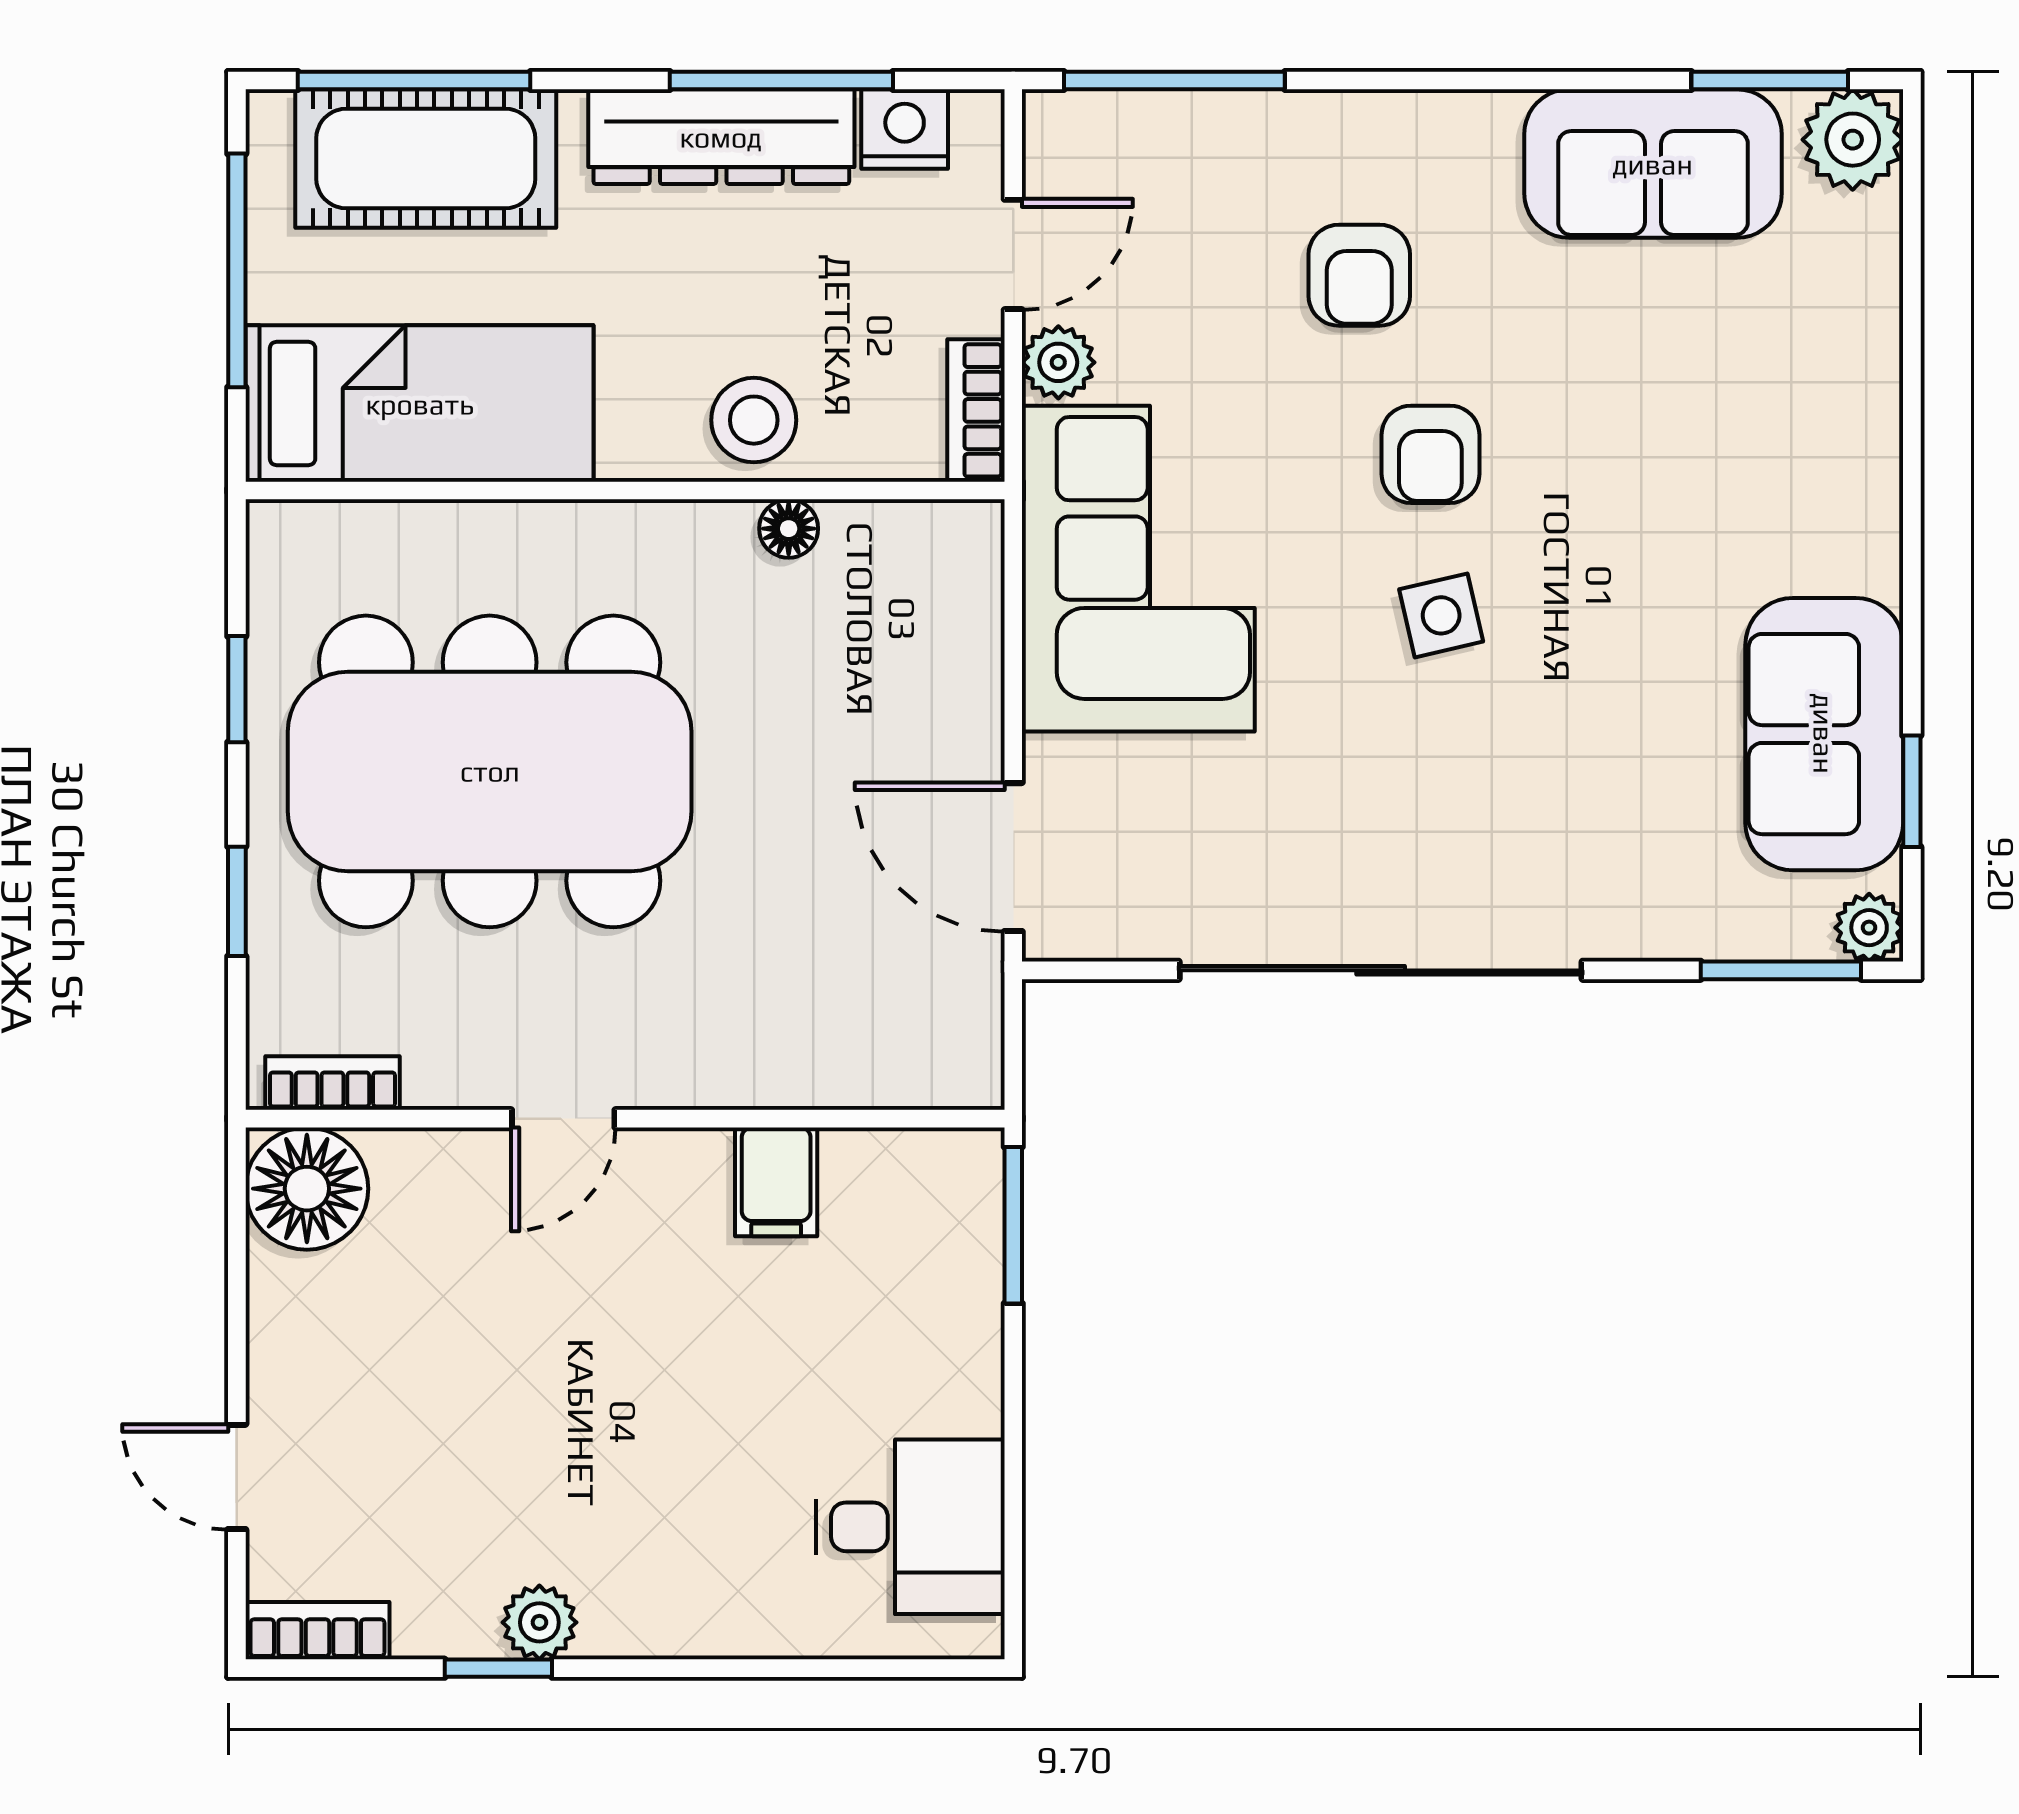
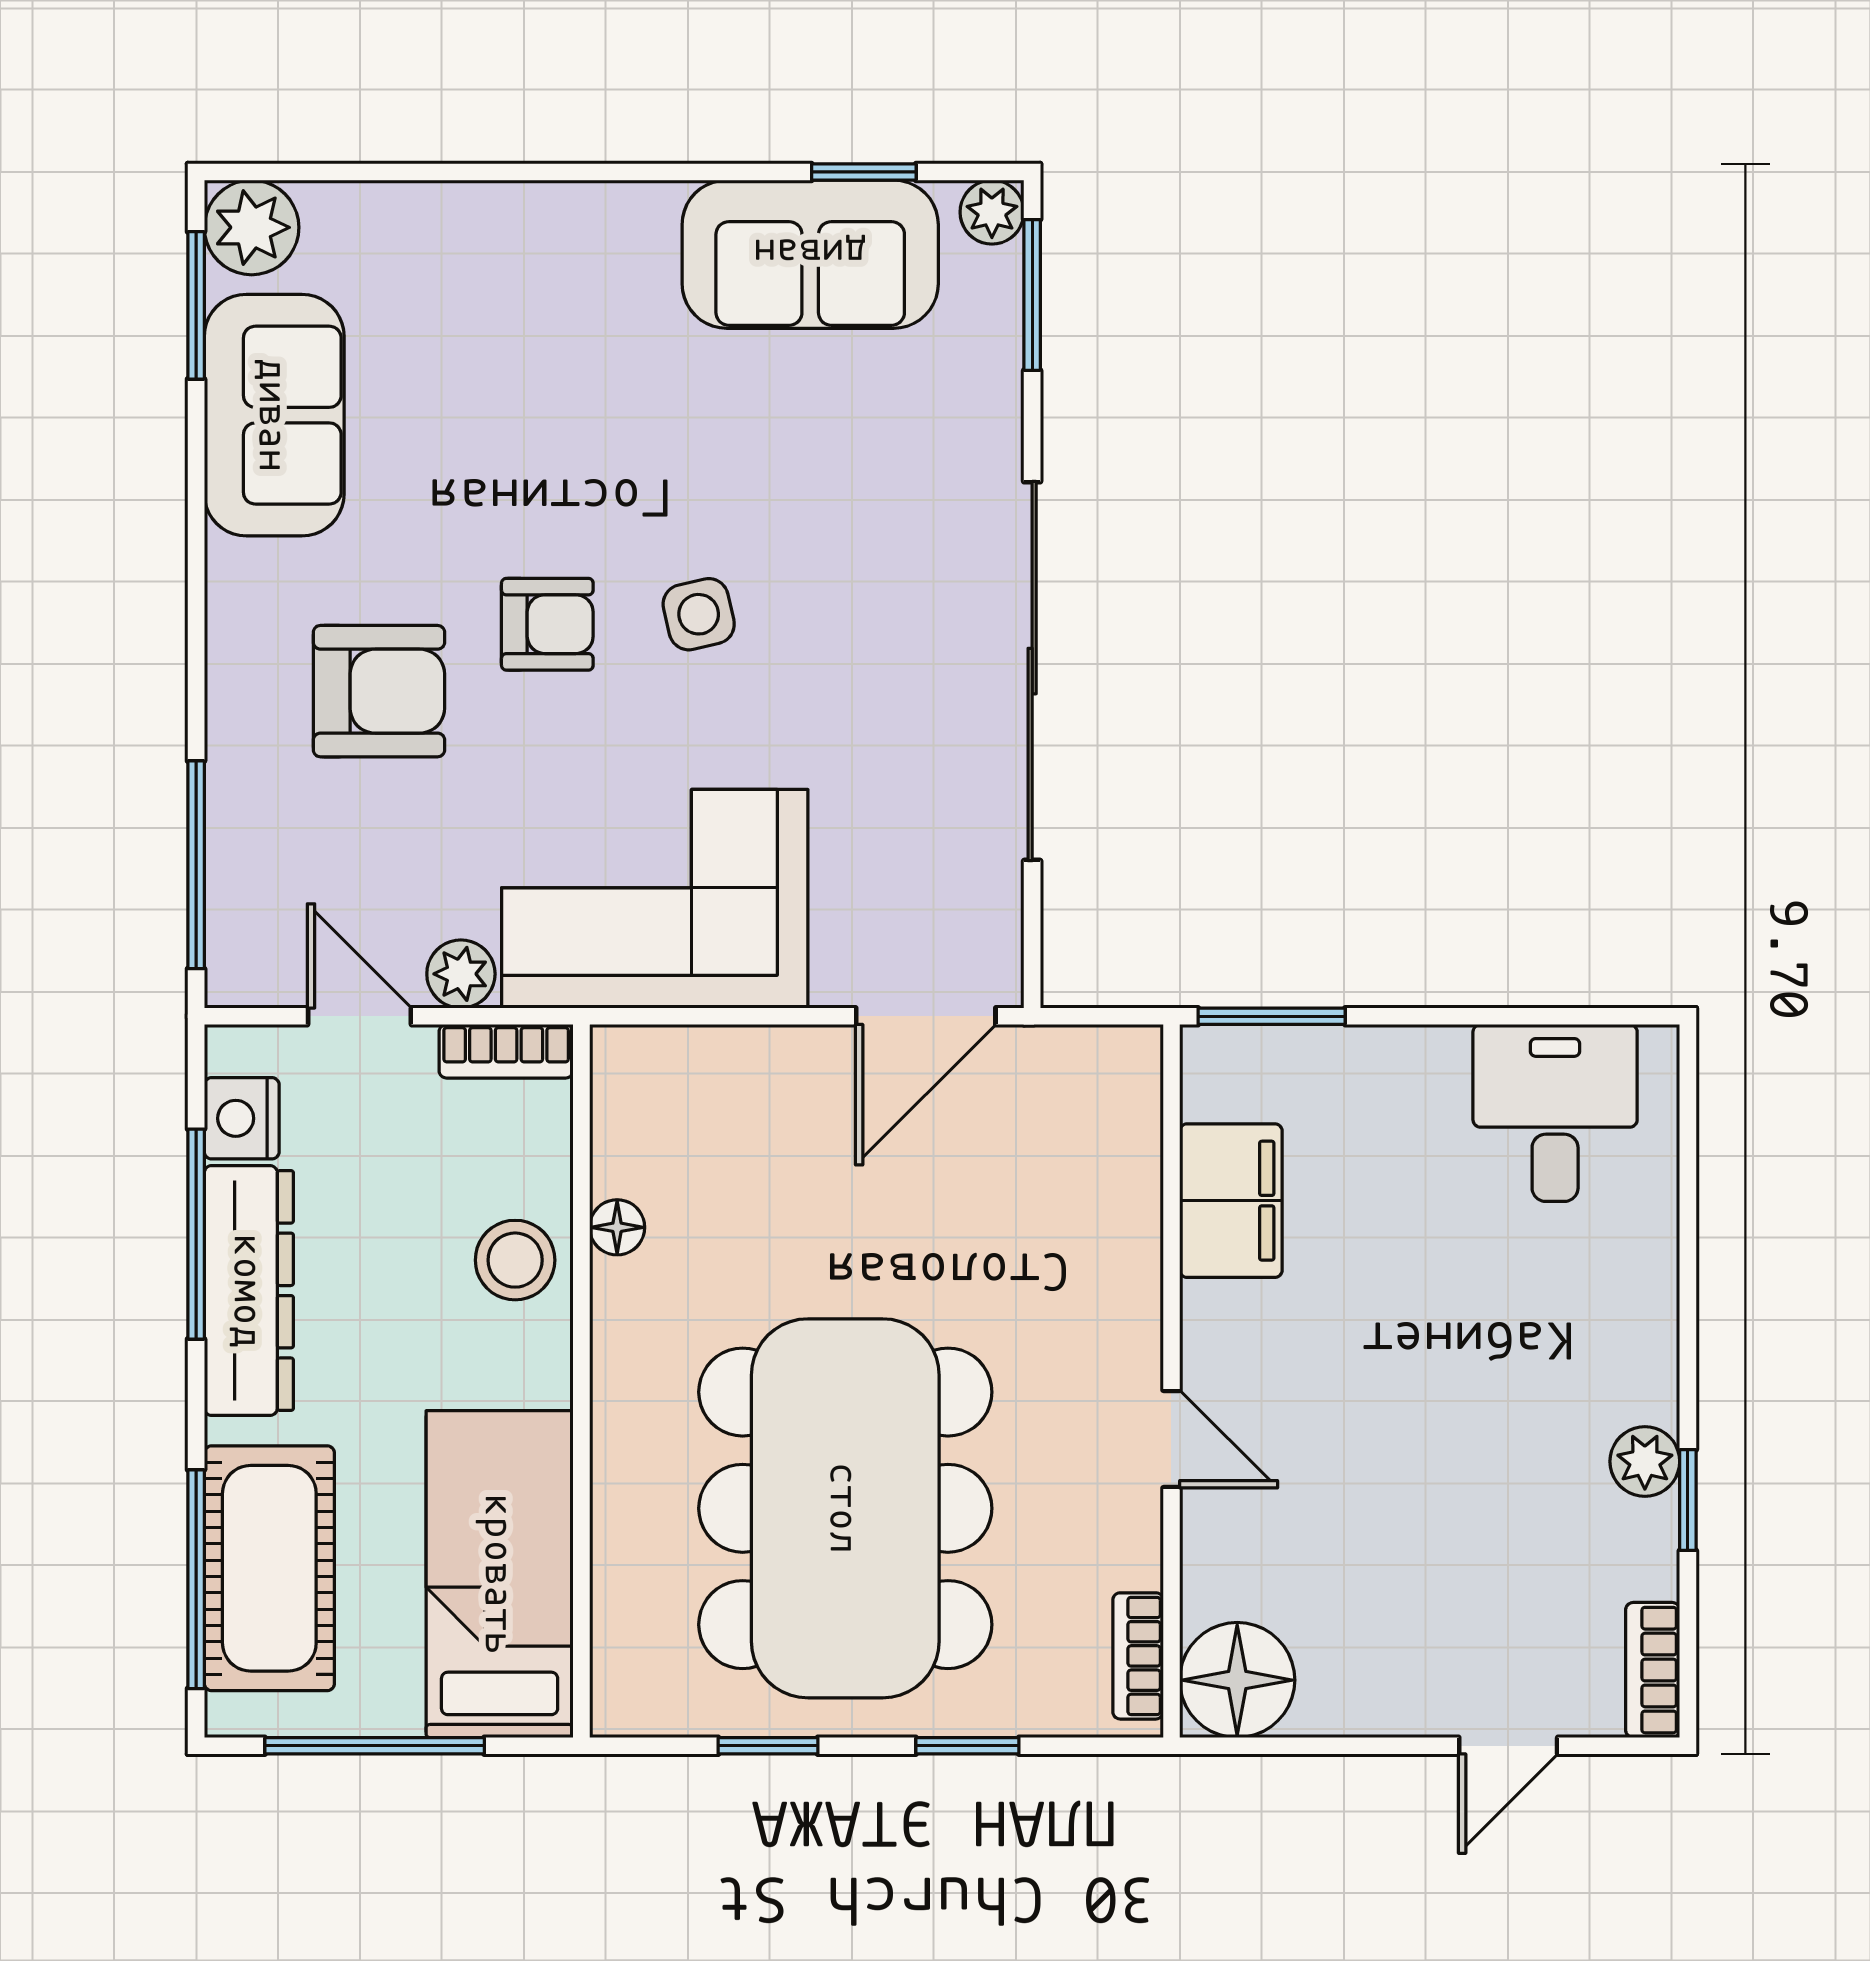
armchair: (1359, 275) -> (379, 691), width x1.38, depth x1.38
filing cabinet: (776, 1182) -> (1231, 1201), width x2.00

